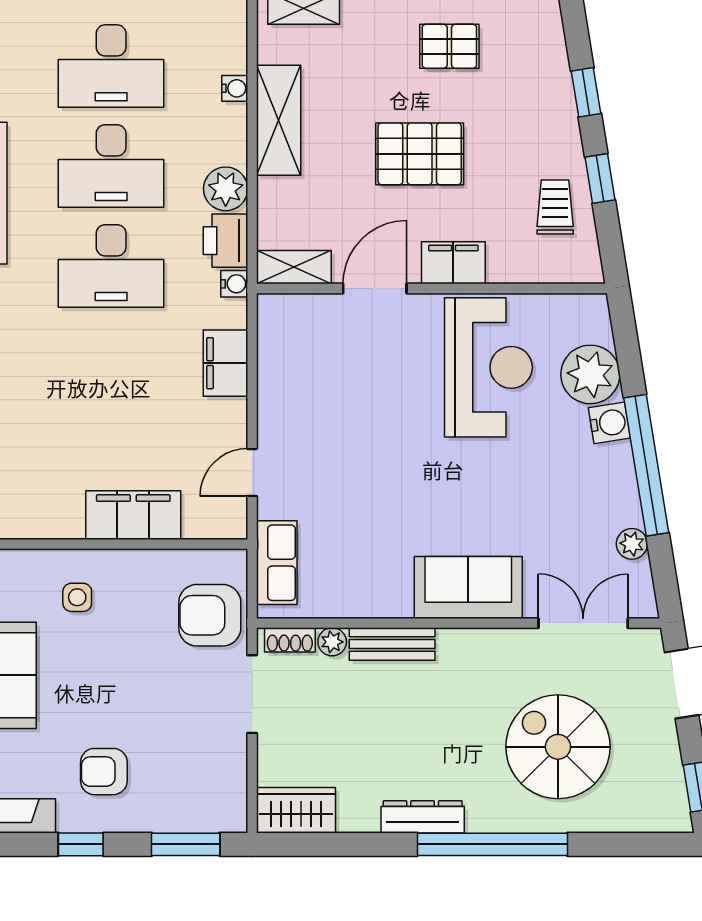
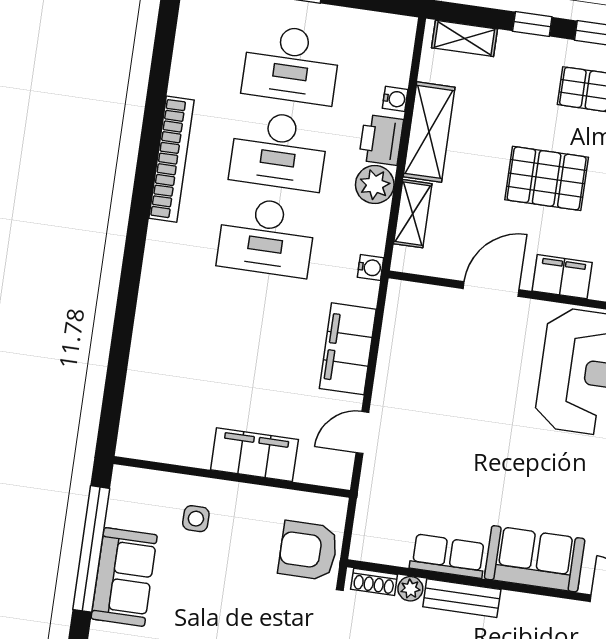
printer: (225, 241) -> (381, 140), moved
shelving: (294, 267) -> (413, 214), moved, turned 90
filing cabinet: (225, 363) -> (348, 349), width x1.50, depth x1.17
row of seats: (277, 563) -> (448, 556), moved, turned -90

